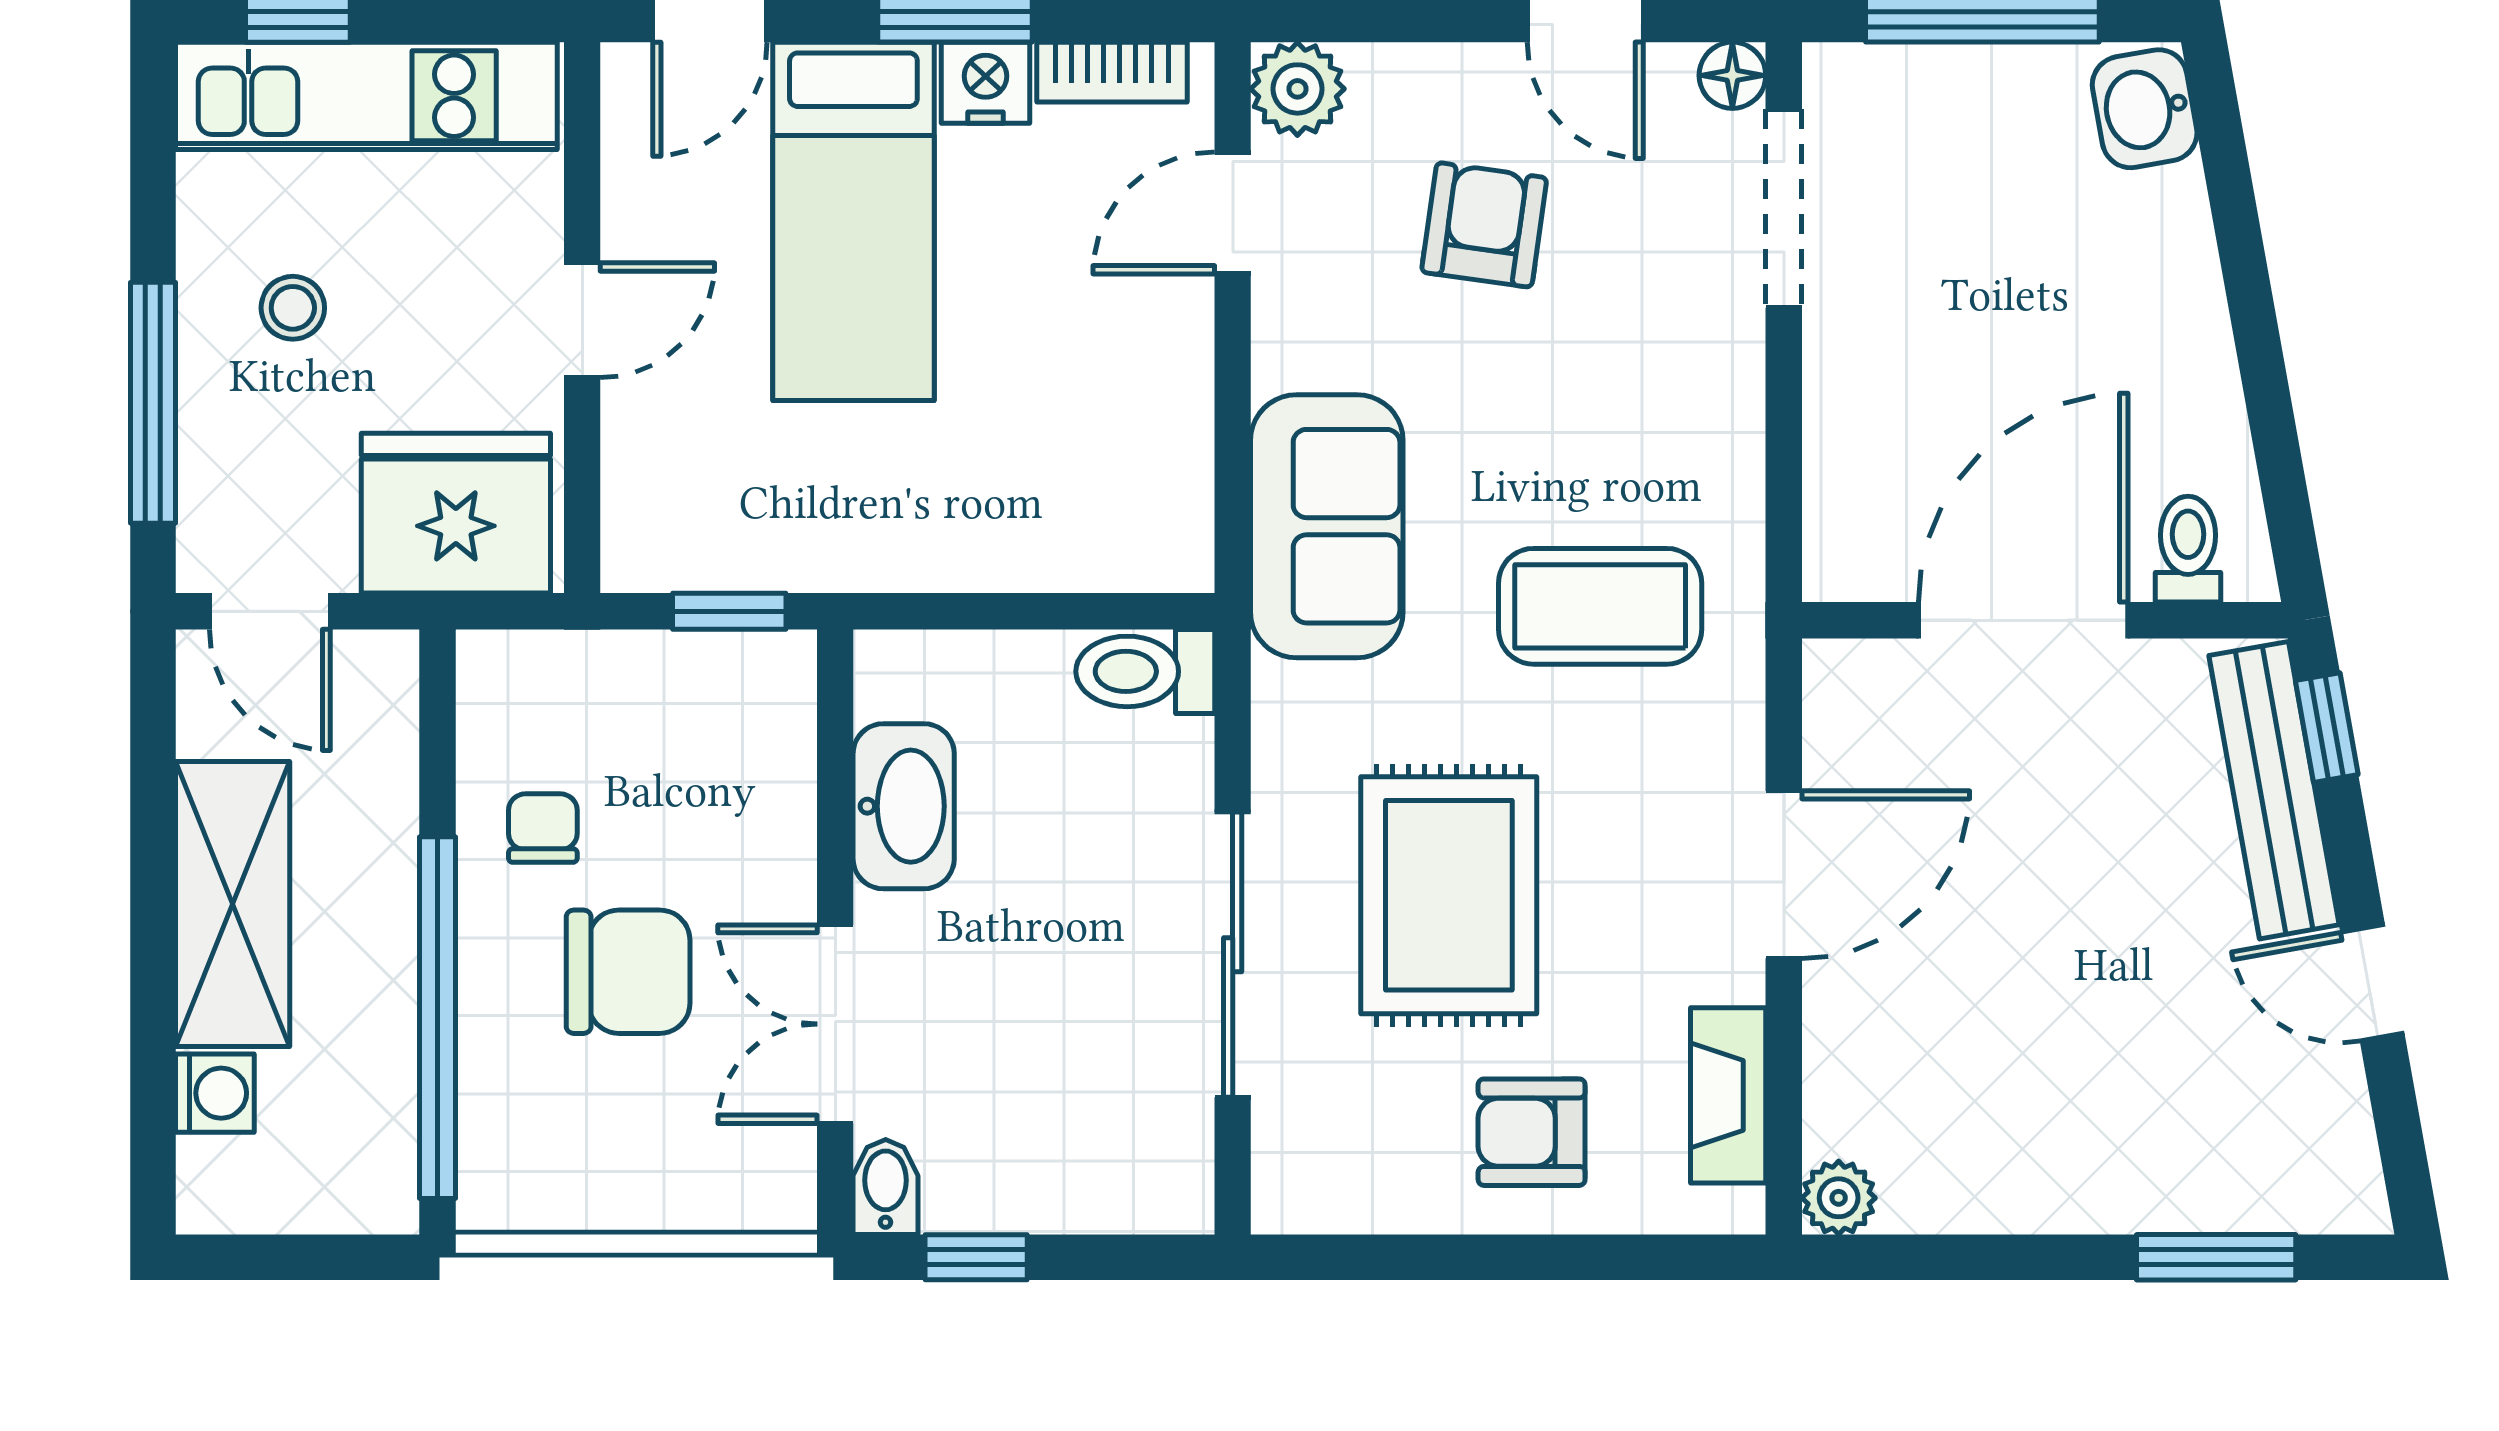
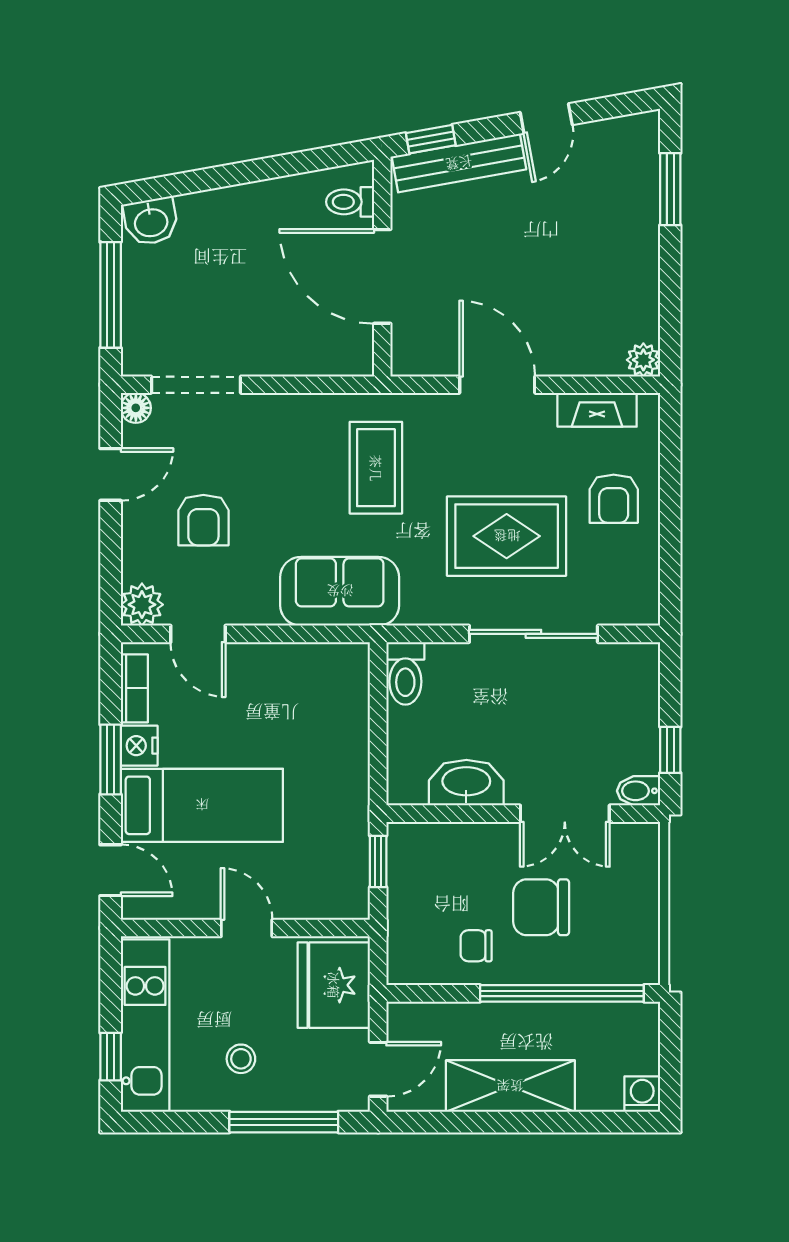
armchair: (1484, 225) -> (203, 520), turned -98
chair: (628, 972) -> (541, 907), turned -90
washing machine: (215, 1093) -> (642, 1094), moved

